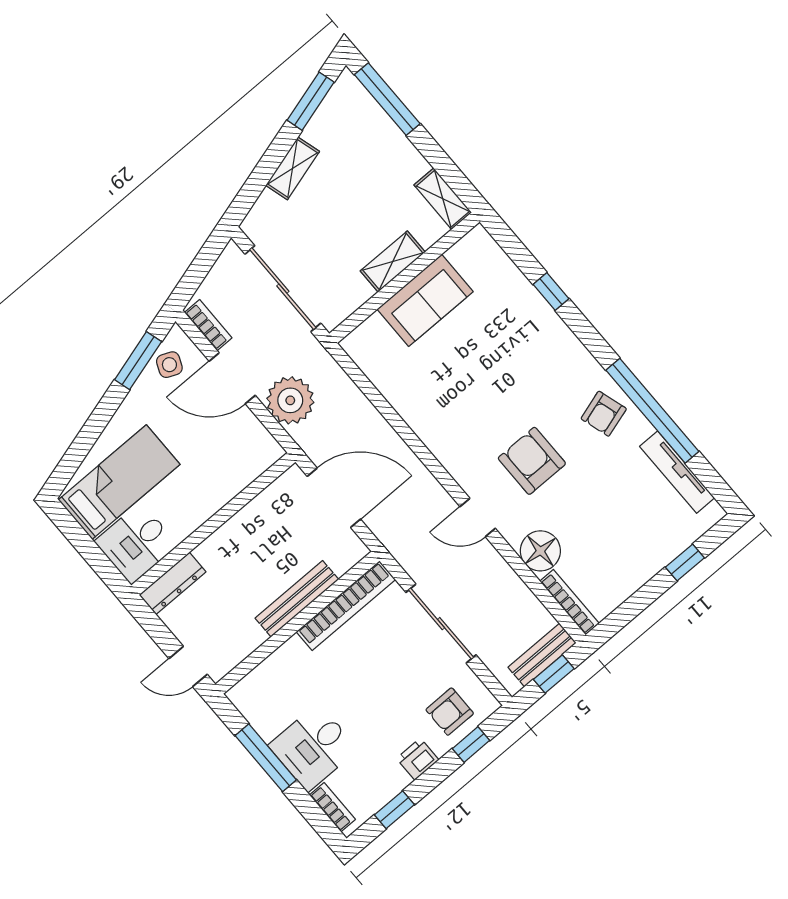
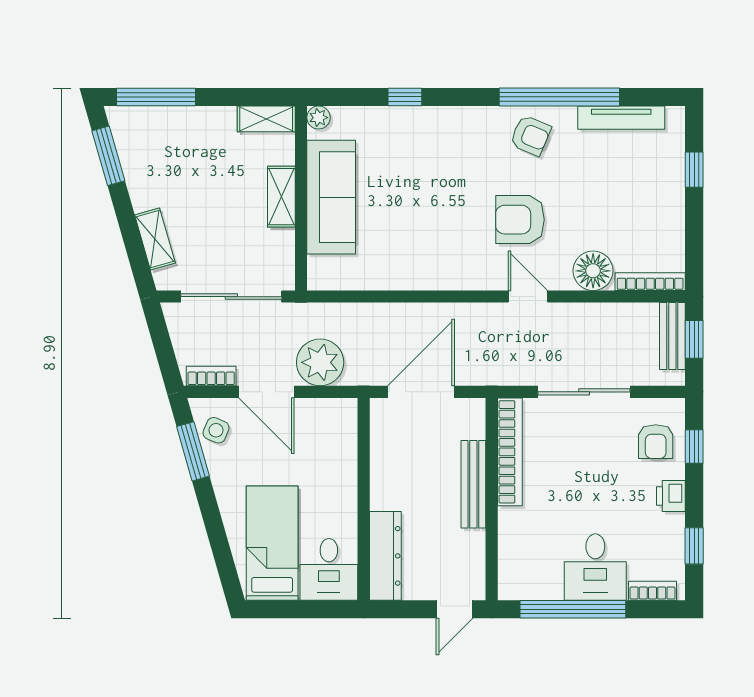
shelving: (293, 168) -> (155, 239), moved
plant: (478, 238) -> (319, 118), added
sofa: (425, 300) -> (331, 197), width x1.36
door: (232, 378) -> (266, 392), hinge flipped
armchair: (604, 414) -> (530, 135), turned -50
door: (478, 518) -> (528, 297), swing flipped
dresser: (173, 583) -> (385, 556), width x1.37, depth x1.24
window: (266, 758) -> (573, 609), width x1.46

